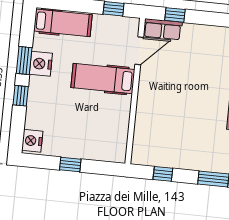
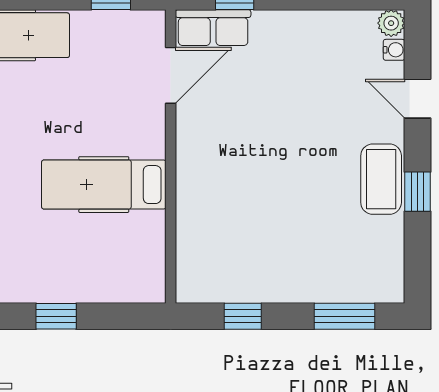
hospital bed: (103, 79) -> (104, 185), moved

